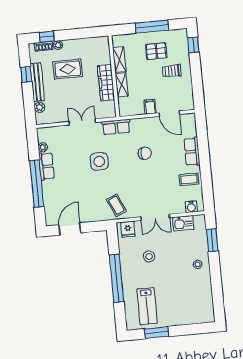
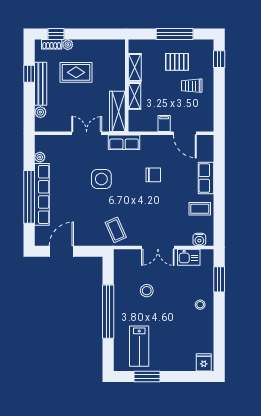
wardrobe: (106, 83) -> (117, 111), moved
row of seats: (46, 166) -> (42, 194), width x2.02
fridge: (128, 229) -> (204, 362), moved, turned 180

